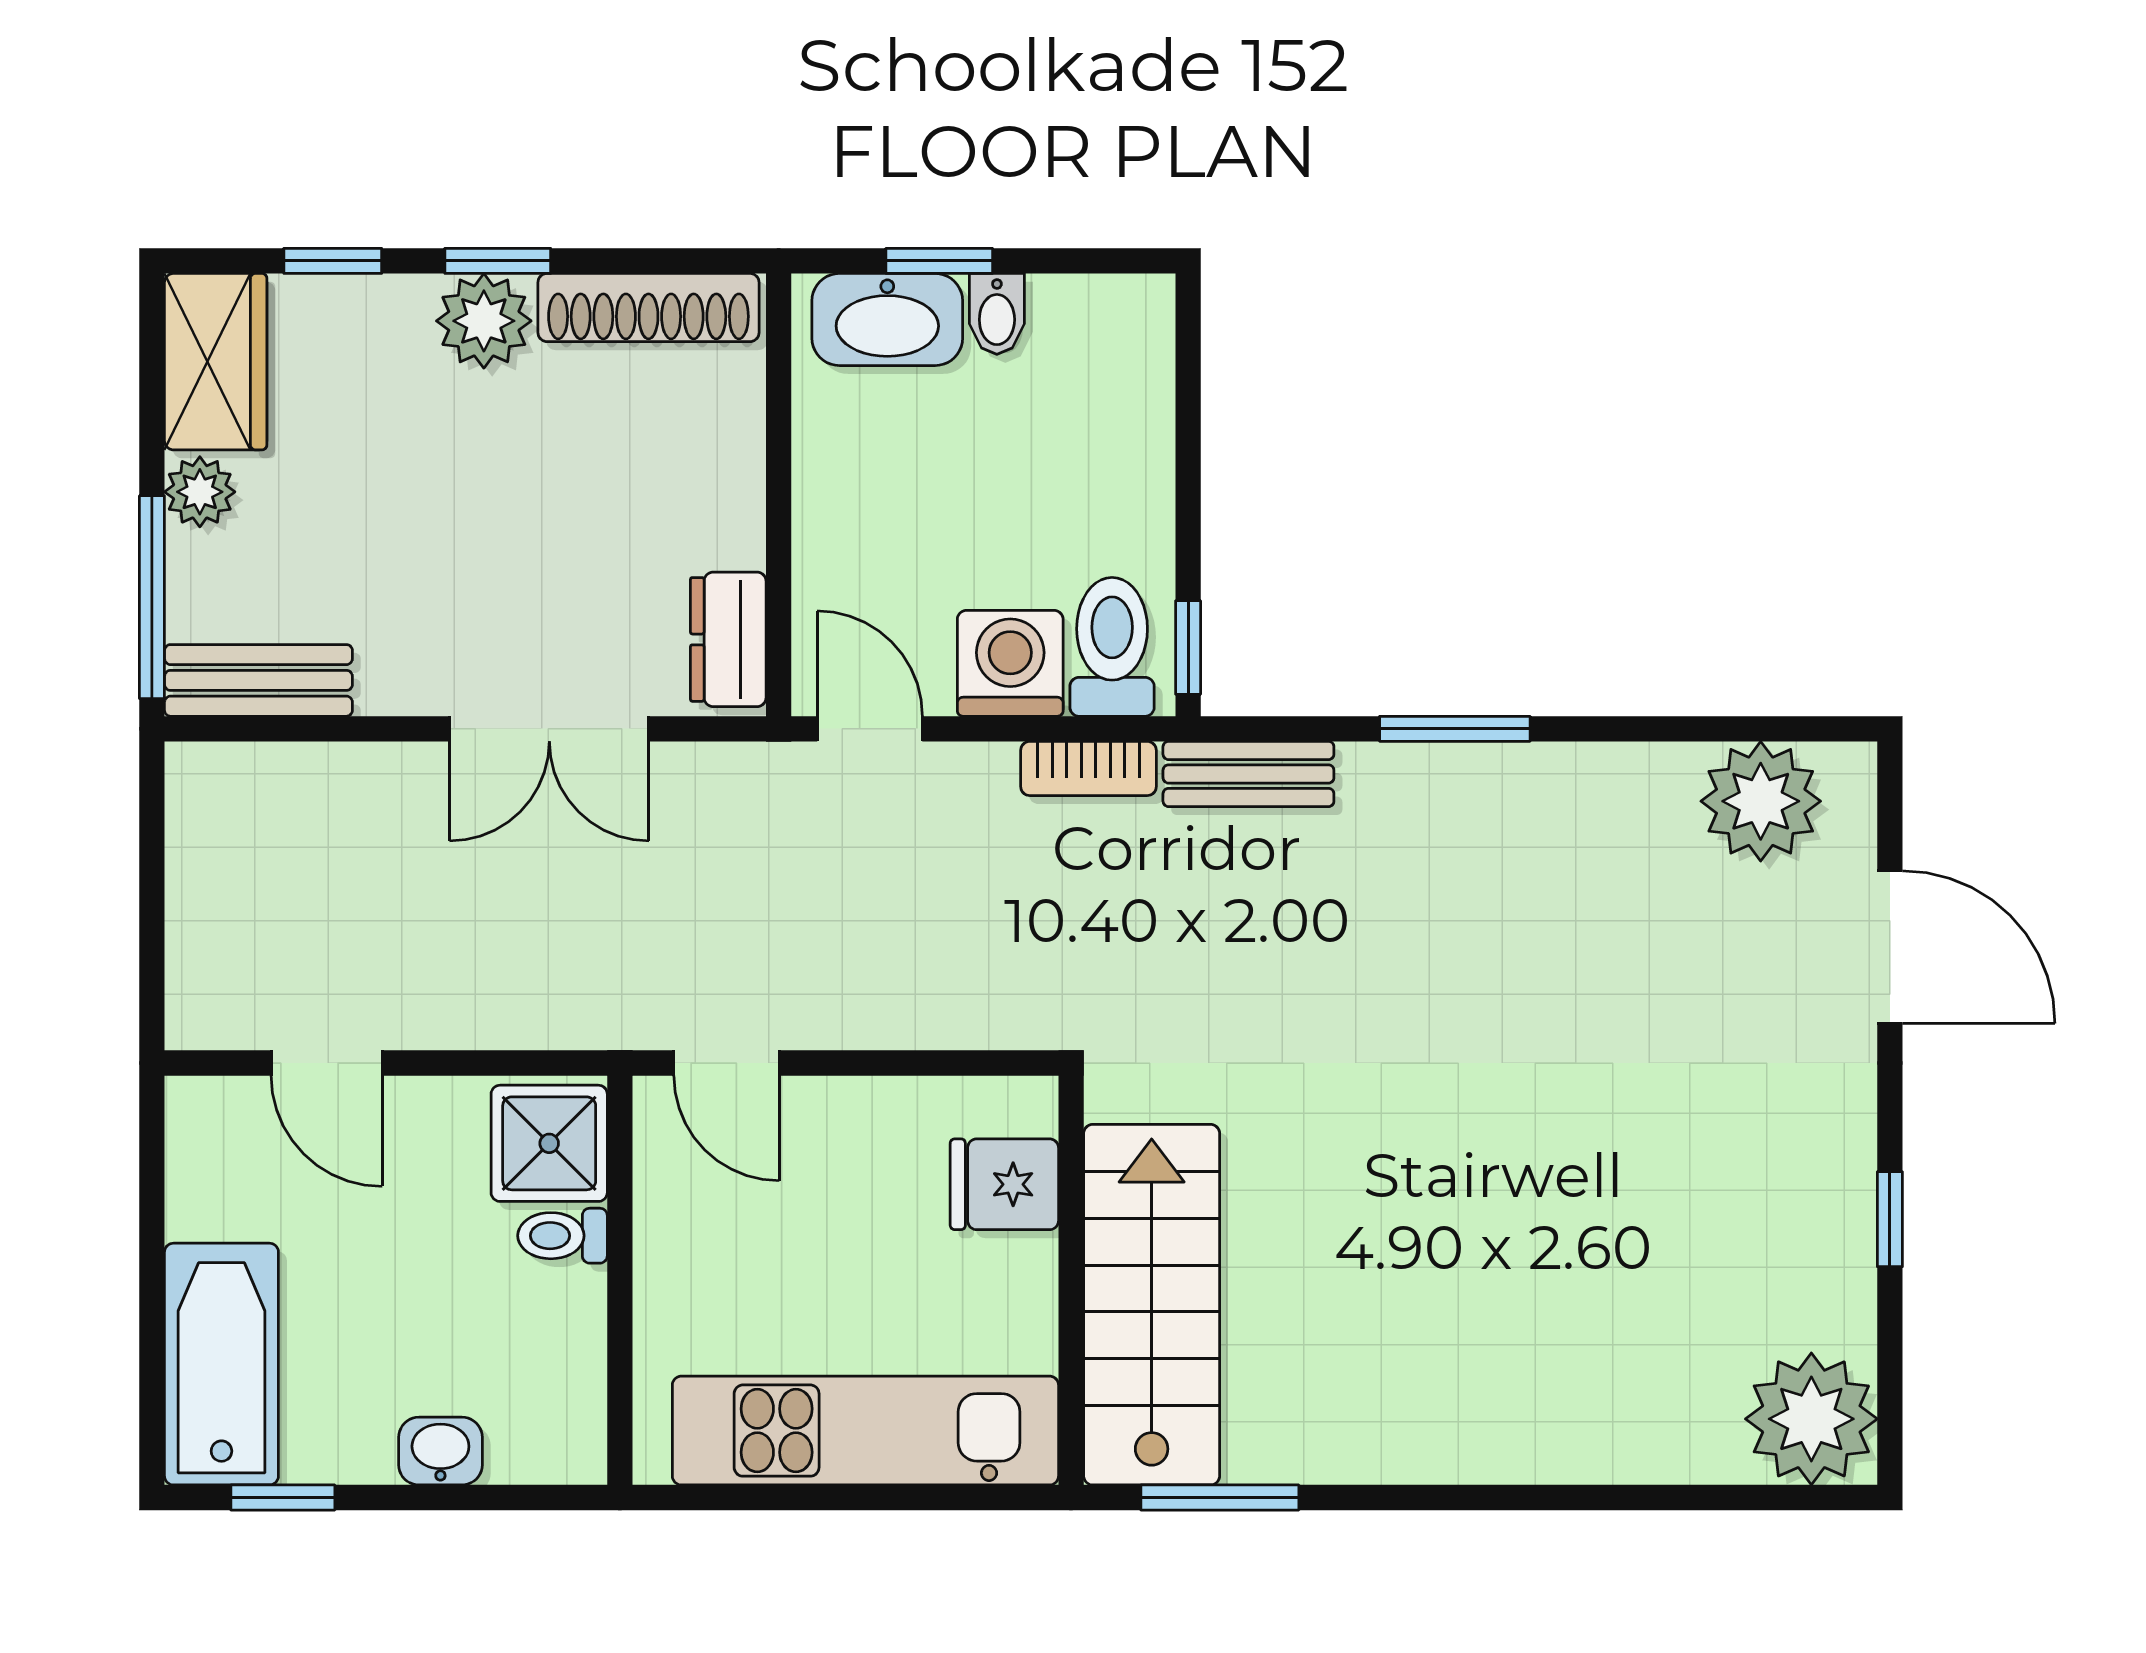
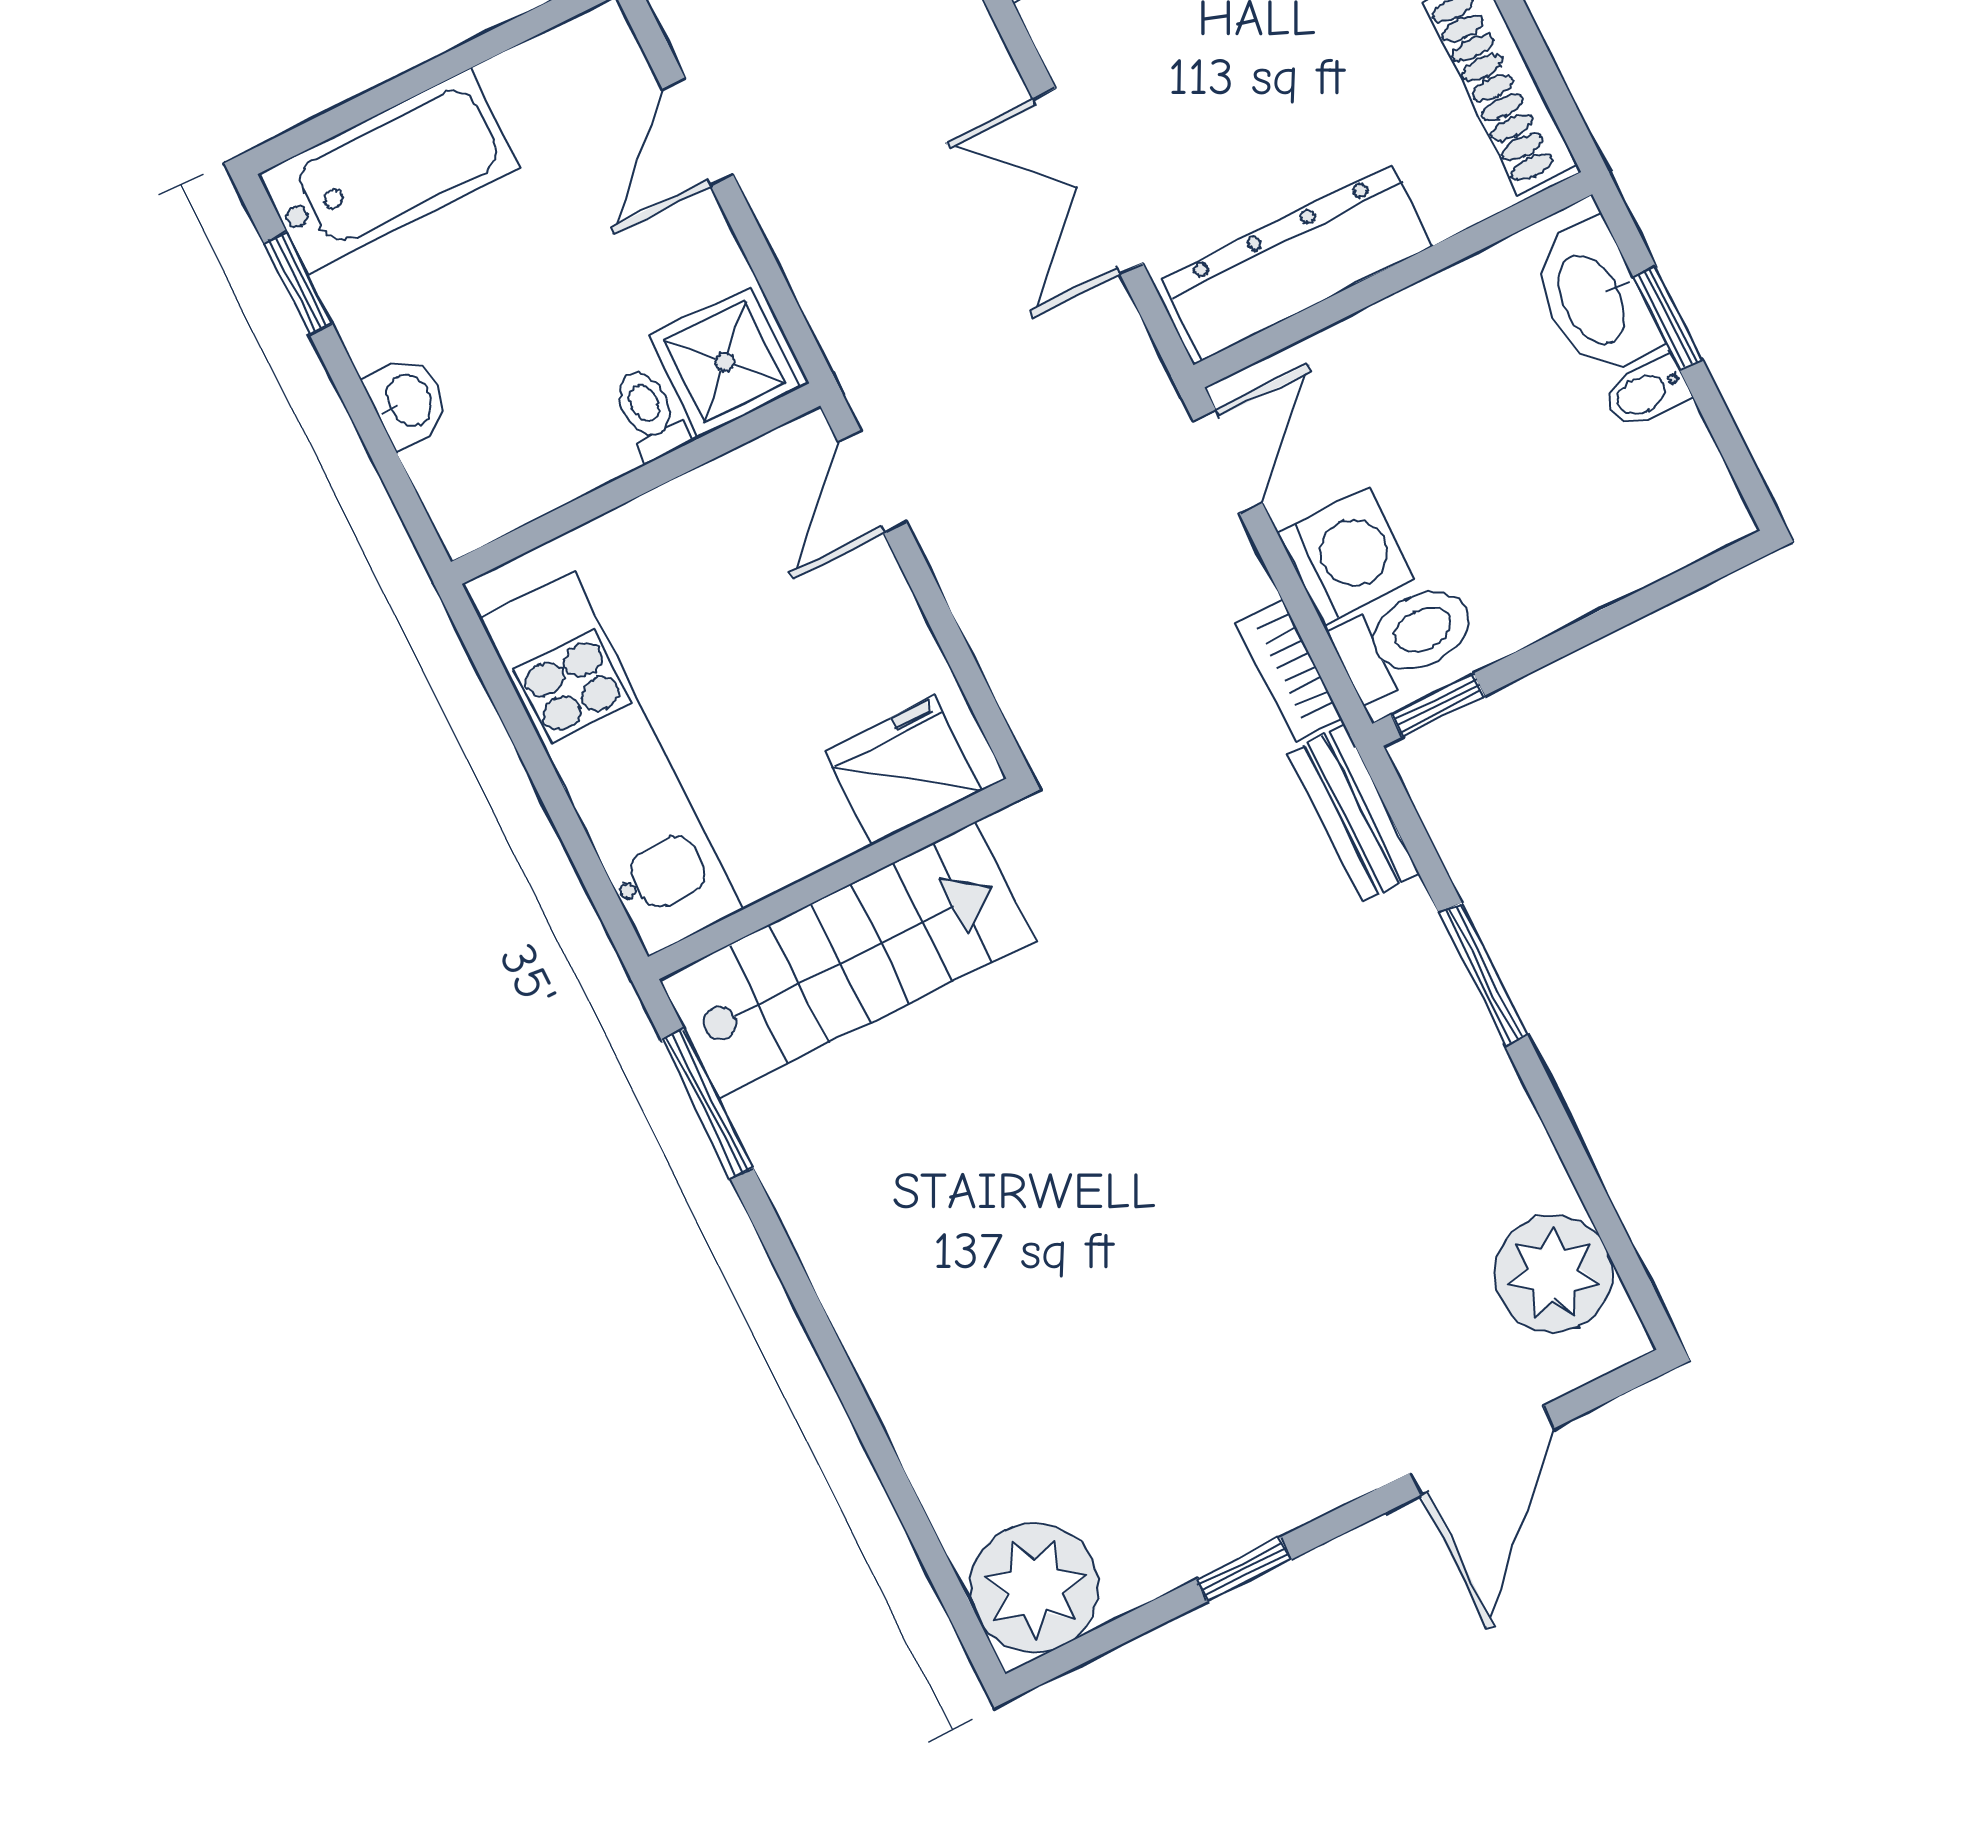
dresser: (728, 639) -> (1297, 262), width x1.96, depth x1.24
fridge: (1004, 1184) -> (903, 771), width x1.38

